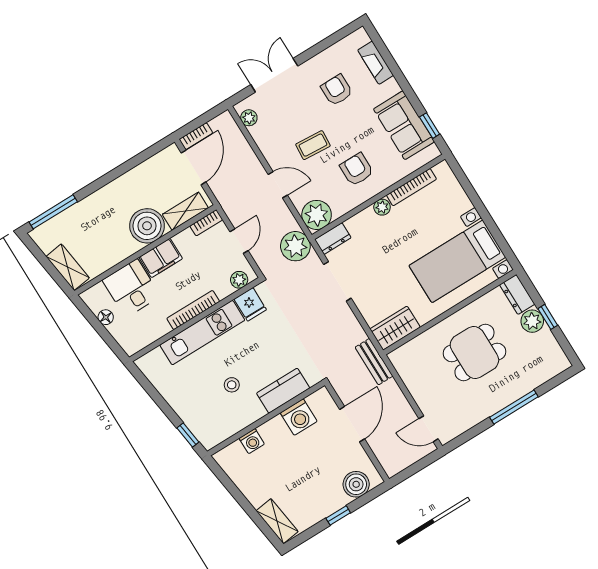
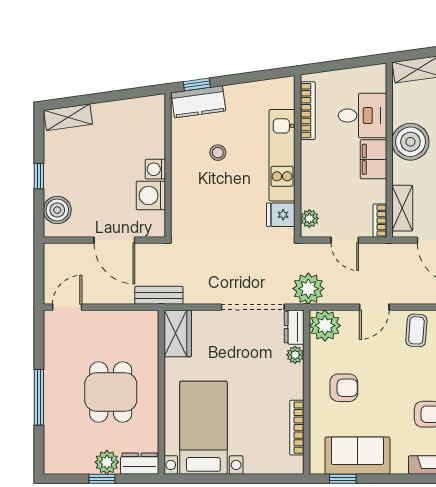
coffee table: (313, 145) -> (416, 330), moved
plant: (382, 207) -> (295, 355), moved
boiler: (147, 226) -> (410, 142), moved
doorway: (337, 281) -> (253, 307), width x1.36
bookcase: (193, 310) -> (308, 111), moved
floor lamp: (106, 317) -> (350, 76), removed
kitchen counter: (283, 391) -> (198, 102), moved, turned 82
washing machine: (252, 441) -> (155, 169), moved

